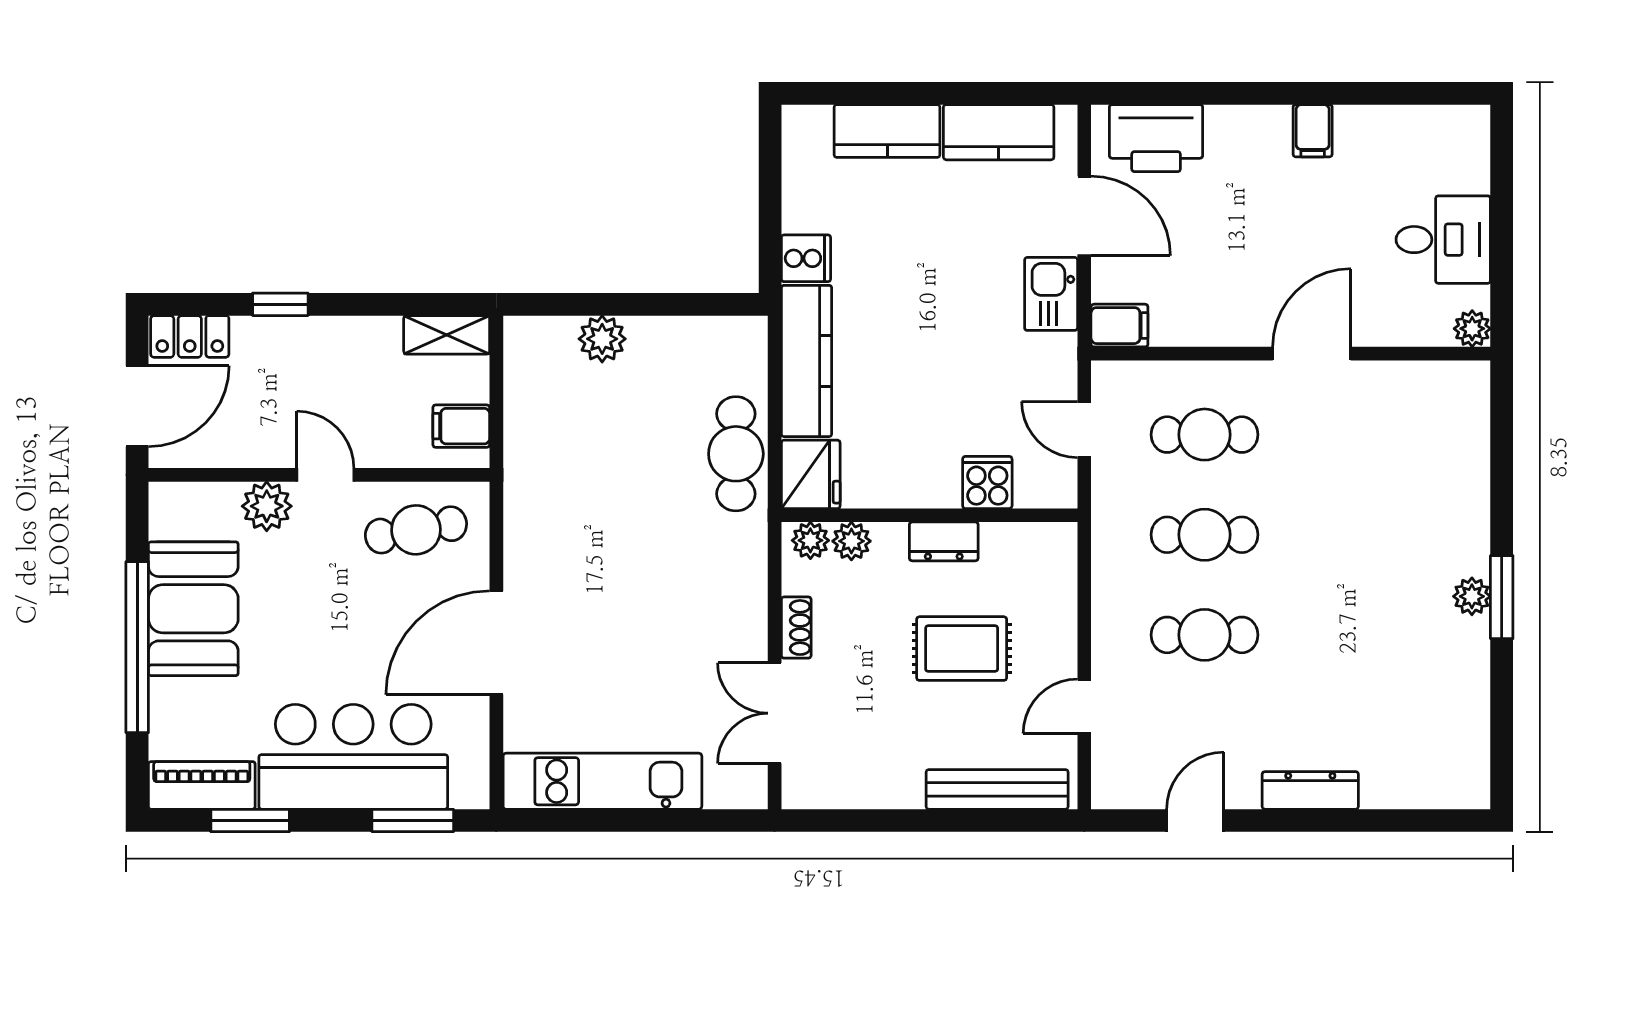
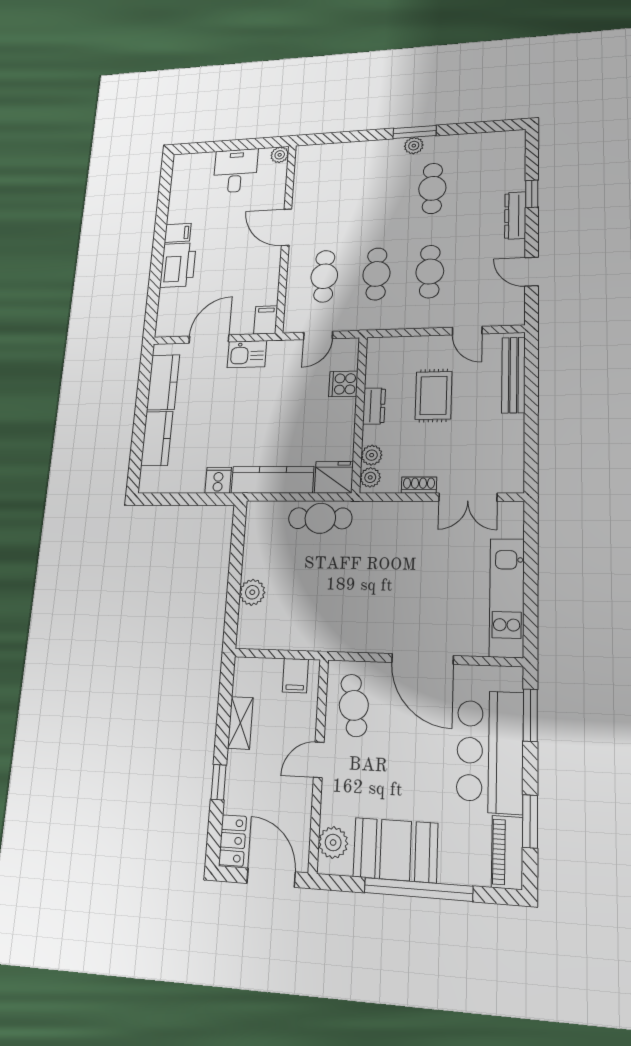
printer: (1156, 138) -> (178, 265), moved
shelving: (447, 335) -> (240, 723), moved
plant: (267, 506) -> (333, 843), moved
cafe table: (1377, 635) -> (432, 188), added
window: (1353, 820) -> (532, 194), added

